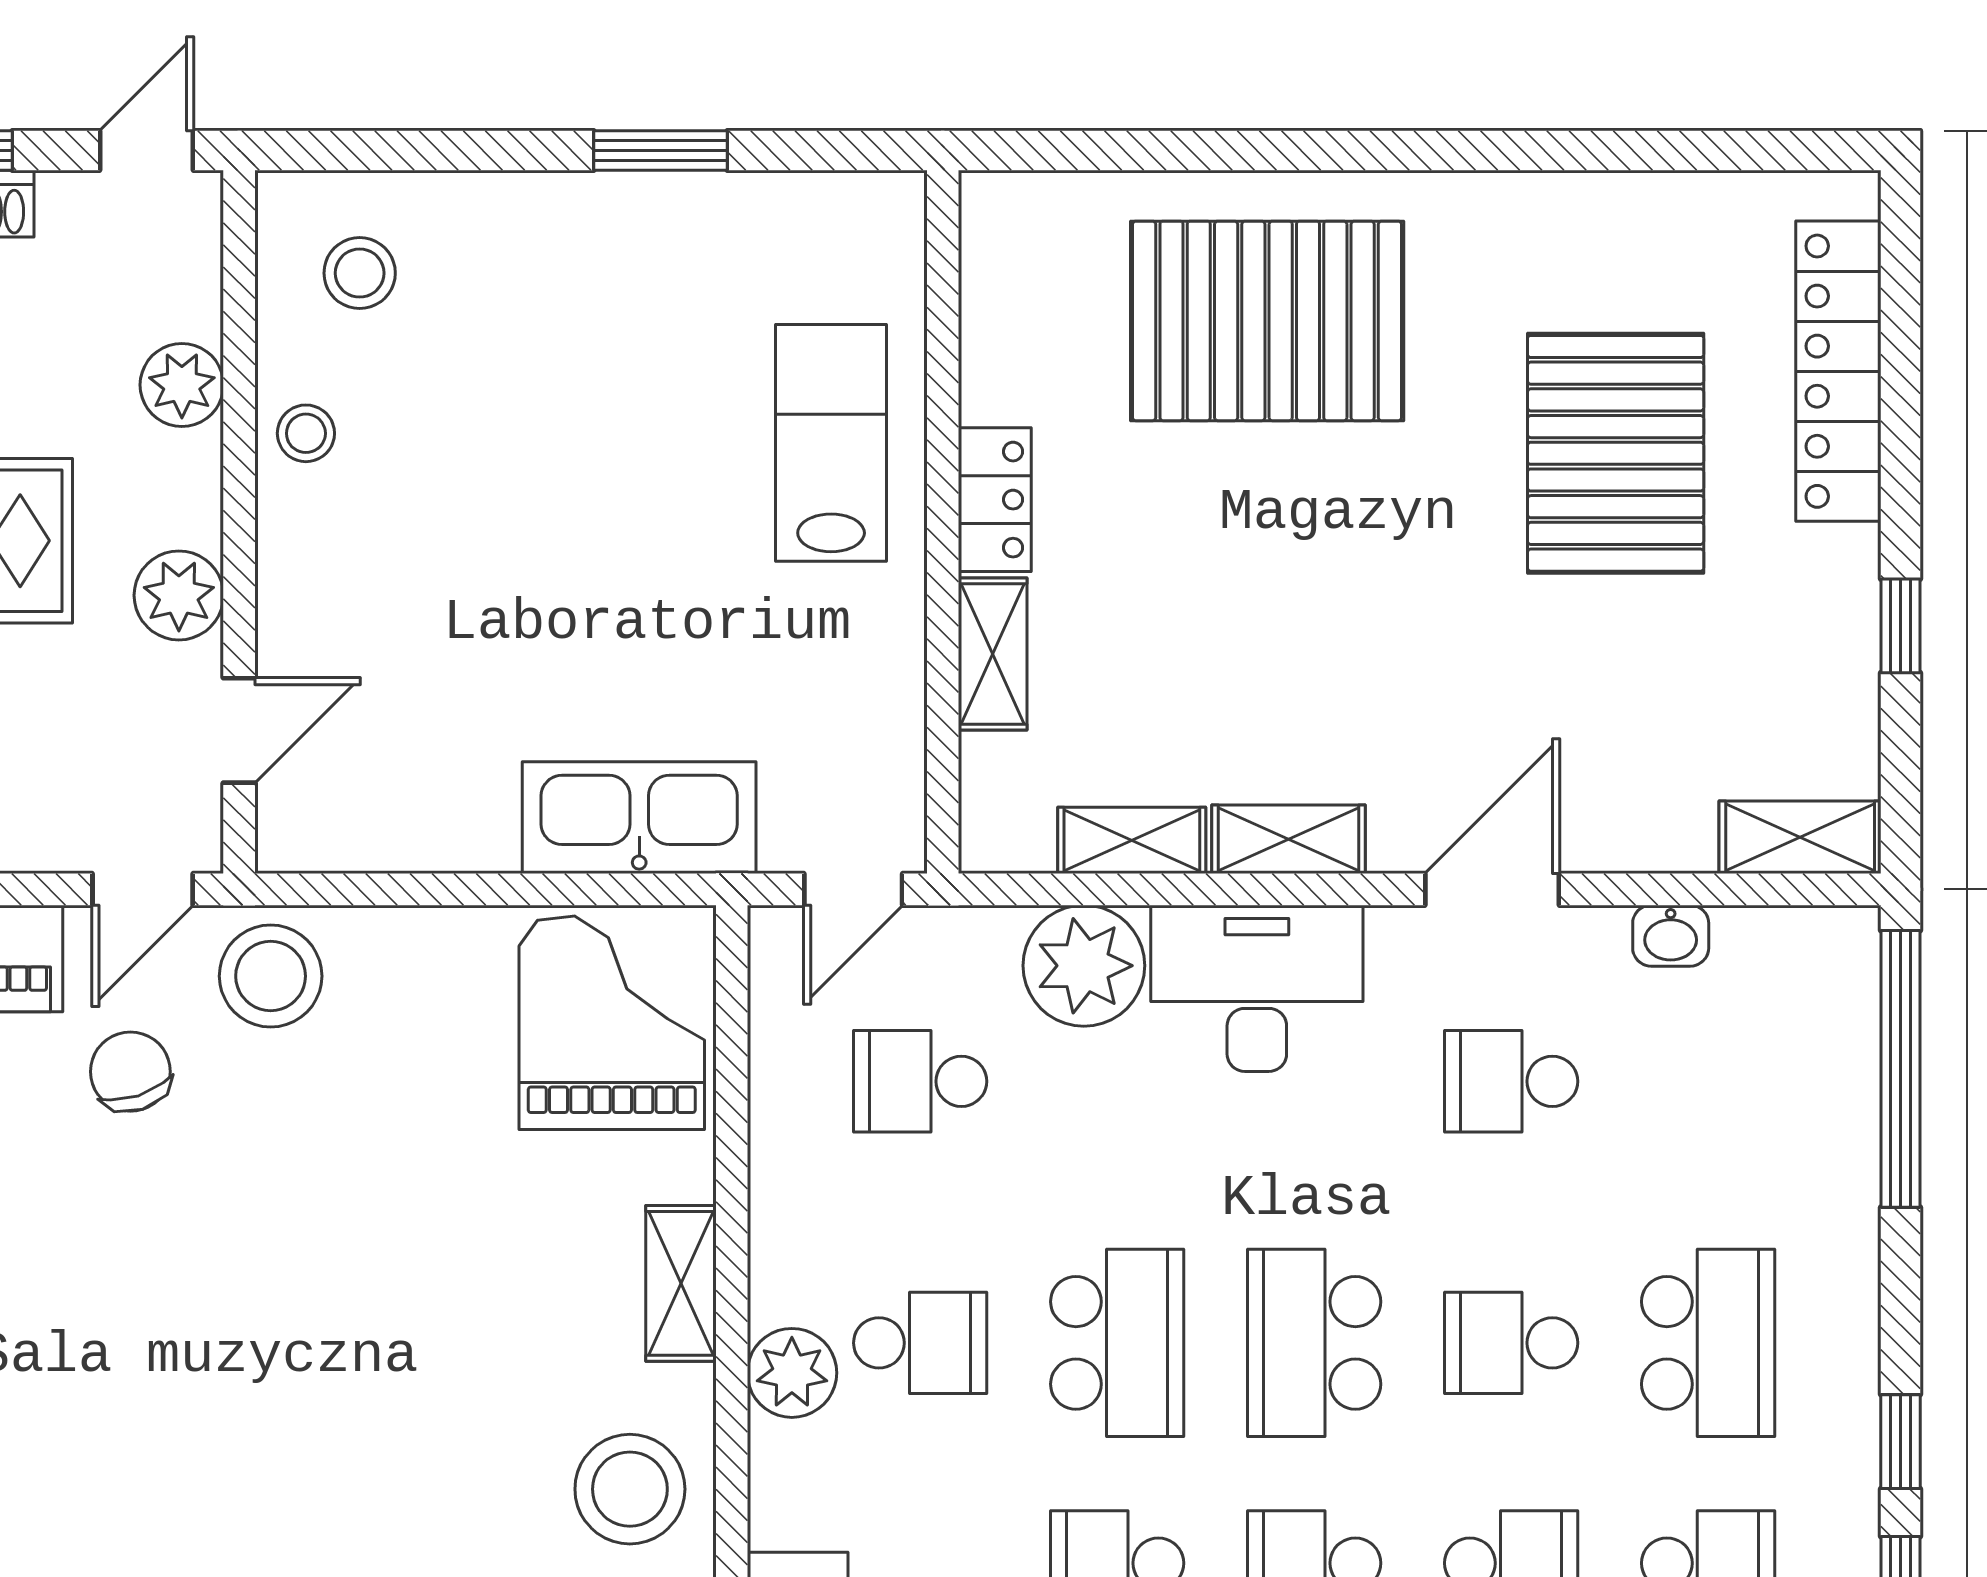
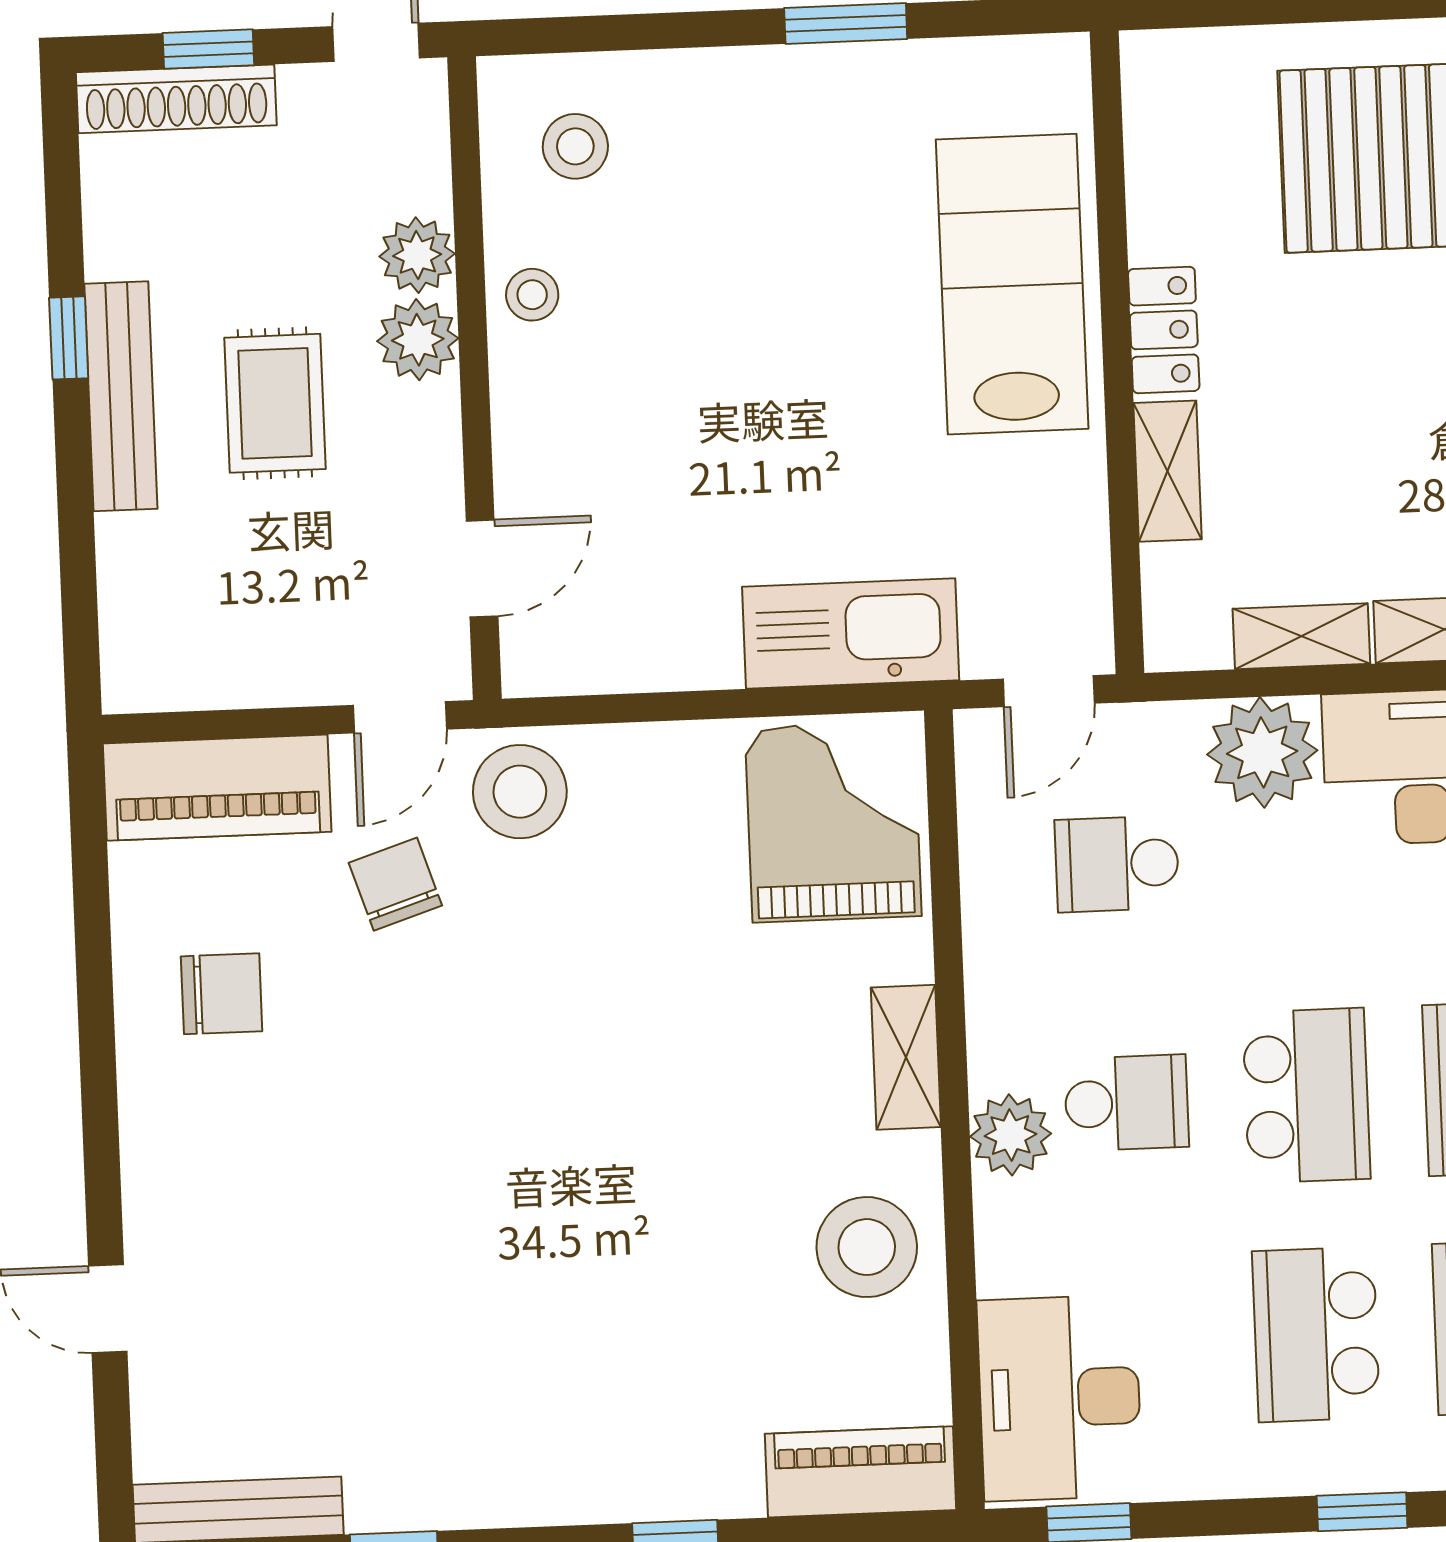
lab bench: (831, 443) -> (1012, 284), width x1.36, depth x1.39
plant: (179, 595) -> (418, 340), moved

